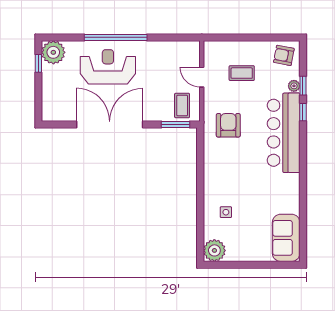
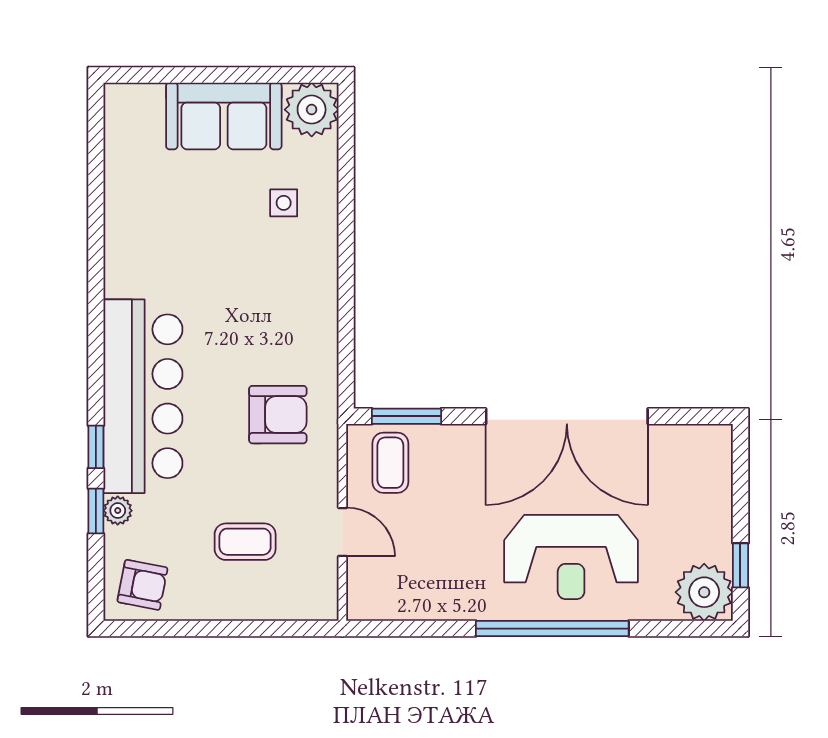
armchair: (228, 125) -> (278, 415), turned -90
sofa: (286, 238) -> (224, 116), moved, turned 90

